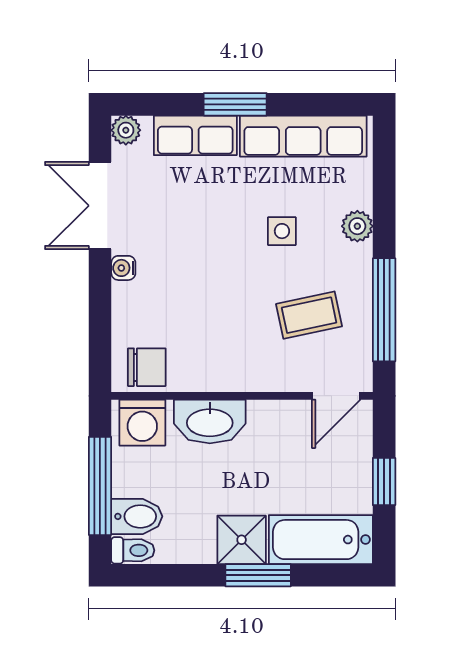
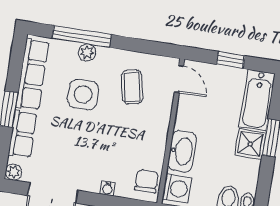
side table: (282, 231) -> (83, 95), width x1.87, depth x1.87
water cooler: (123, 268) -> (107, 188), moved
window: (384, 310) -> (82, 36), moved

